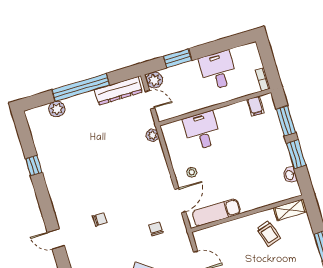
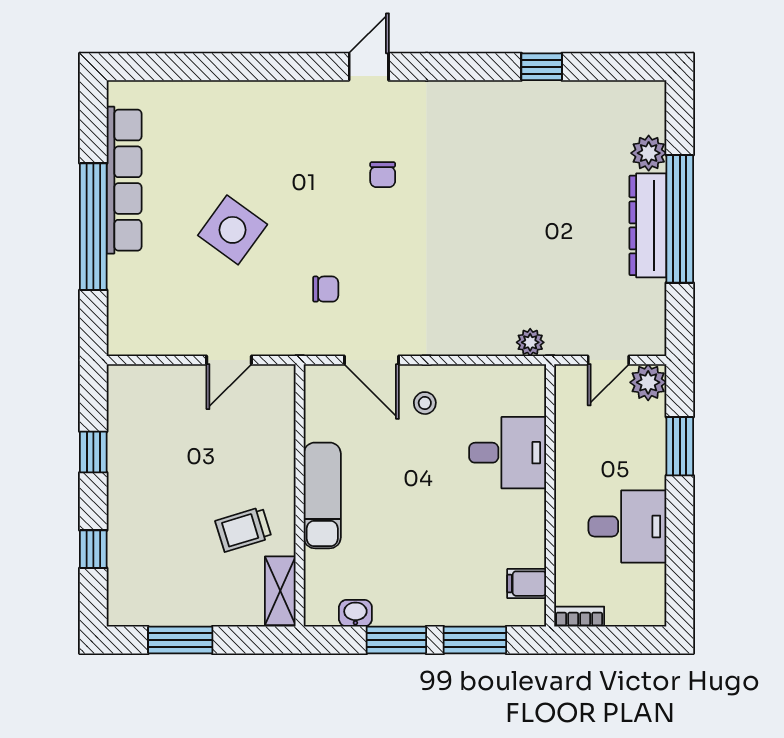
dresser: (118, 91) -> (648, 225), moved
exam couch: (216, 212) -> (322, 495), moved

